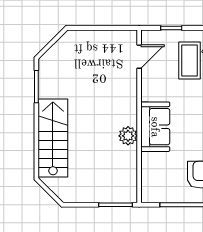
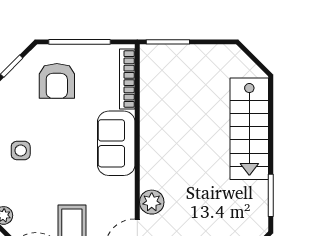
plant: (128, 136) -> (152, 202), moved
bookcase: (147, 176) -> (127, 79), added

